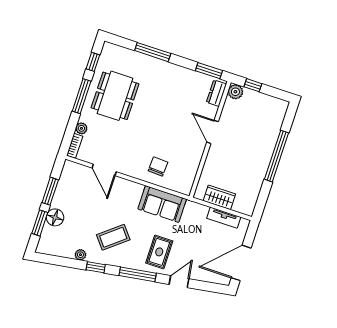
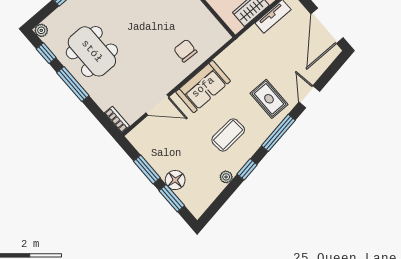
plant: (81, 128) -> (41, 30), moved
sofa: (162, 204) -> (203, 87), moved
coffee table: (113, 237) -> (228, 135), turned 35

